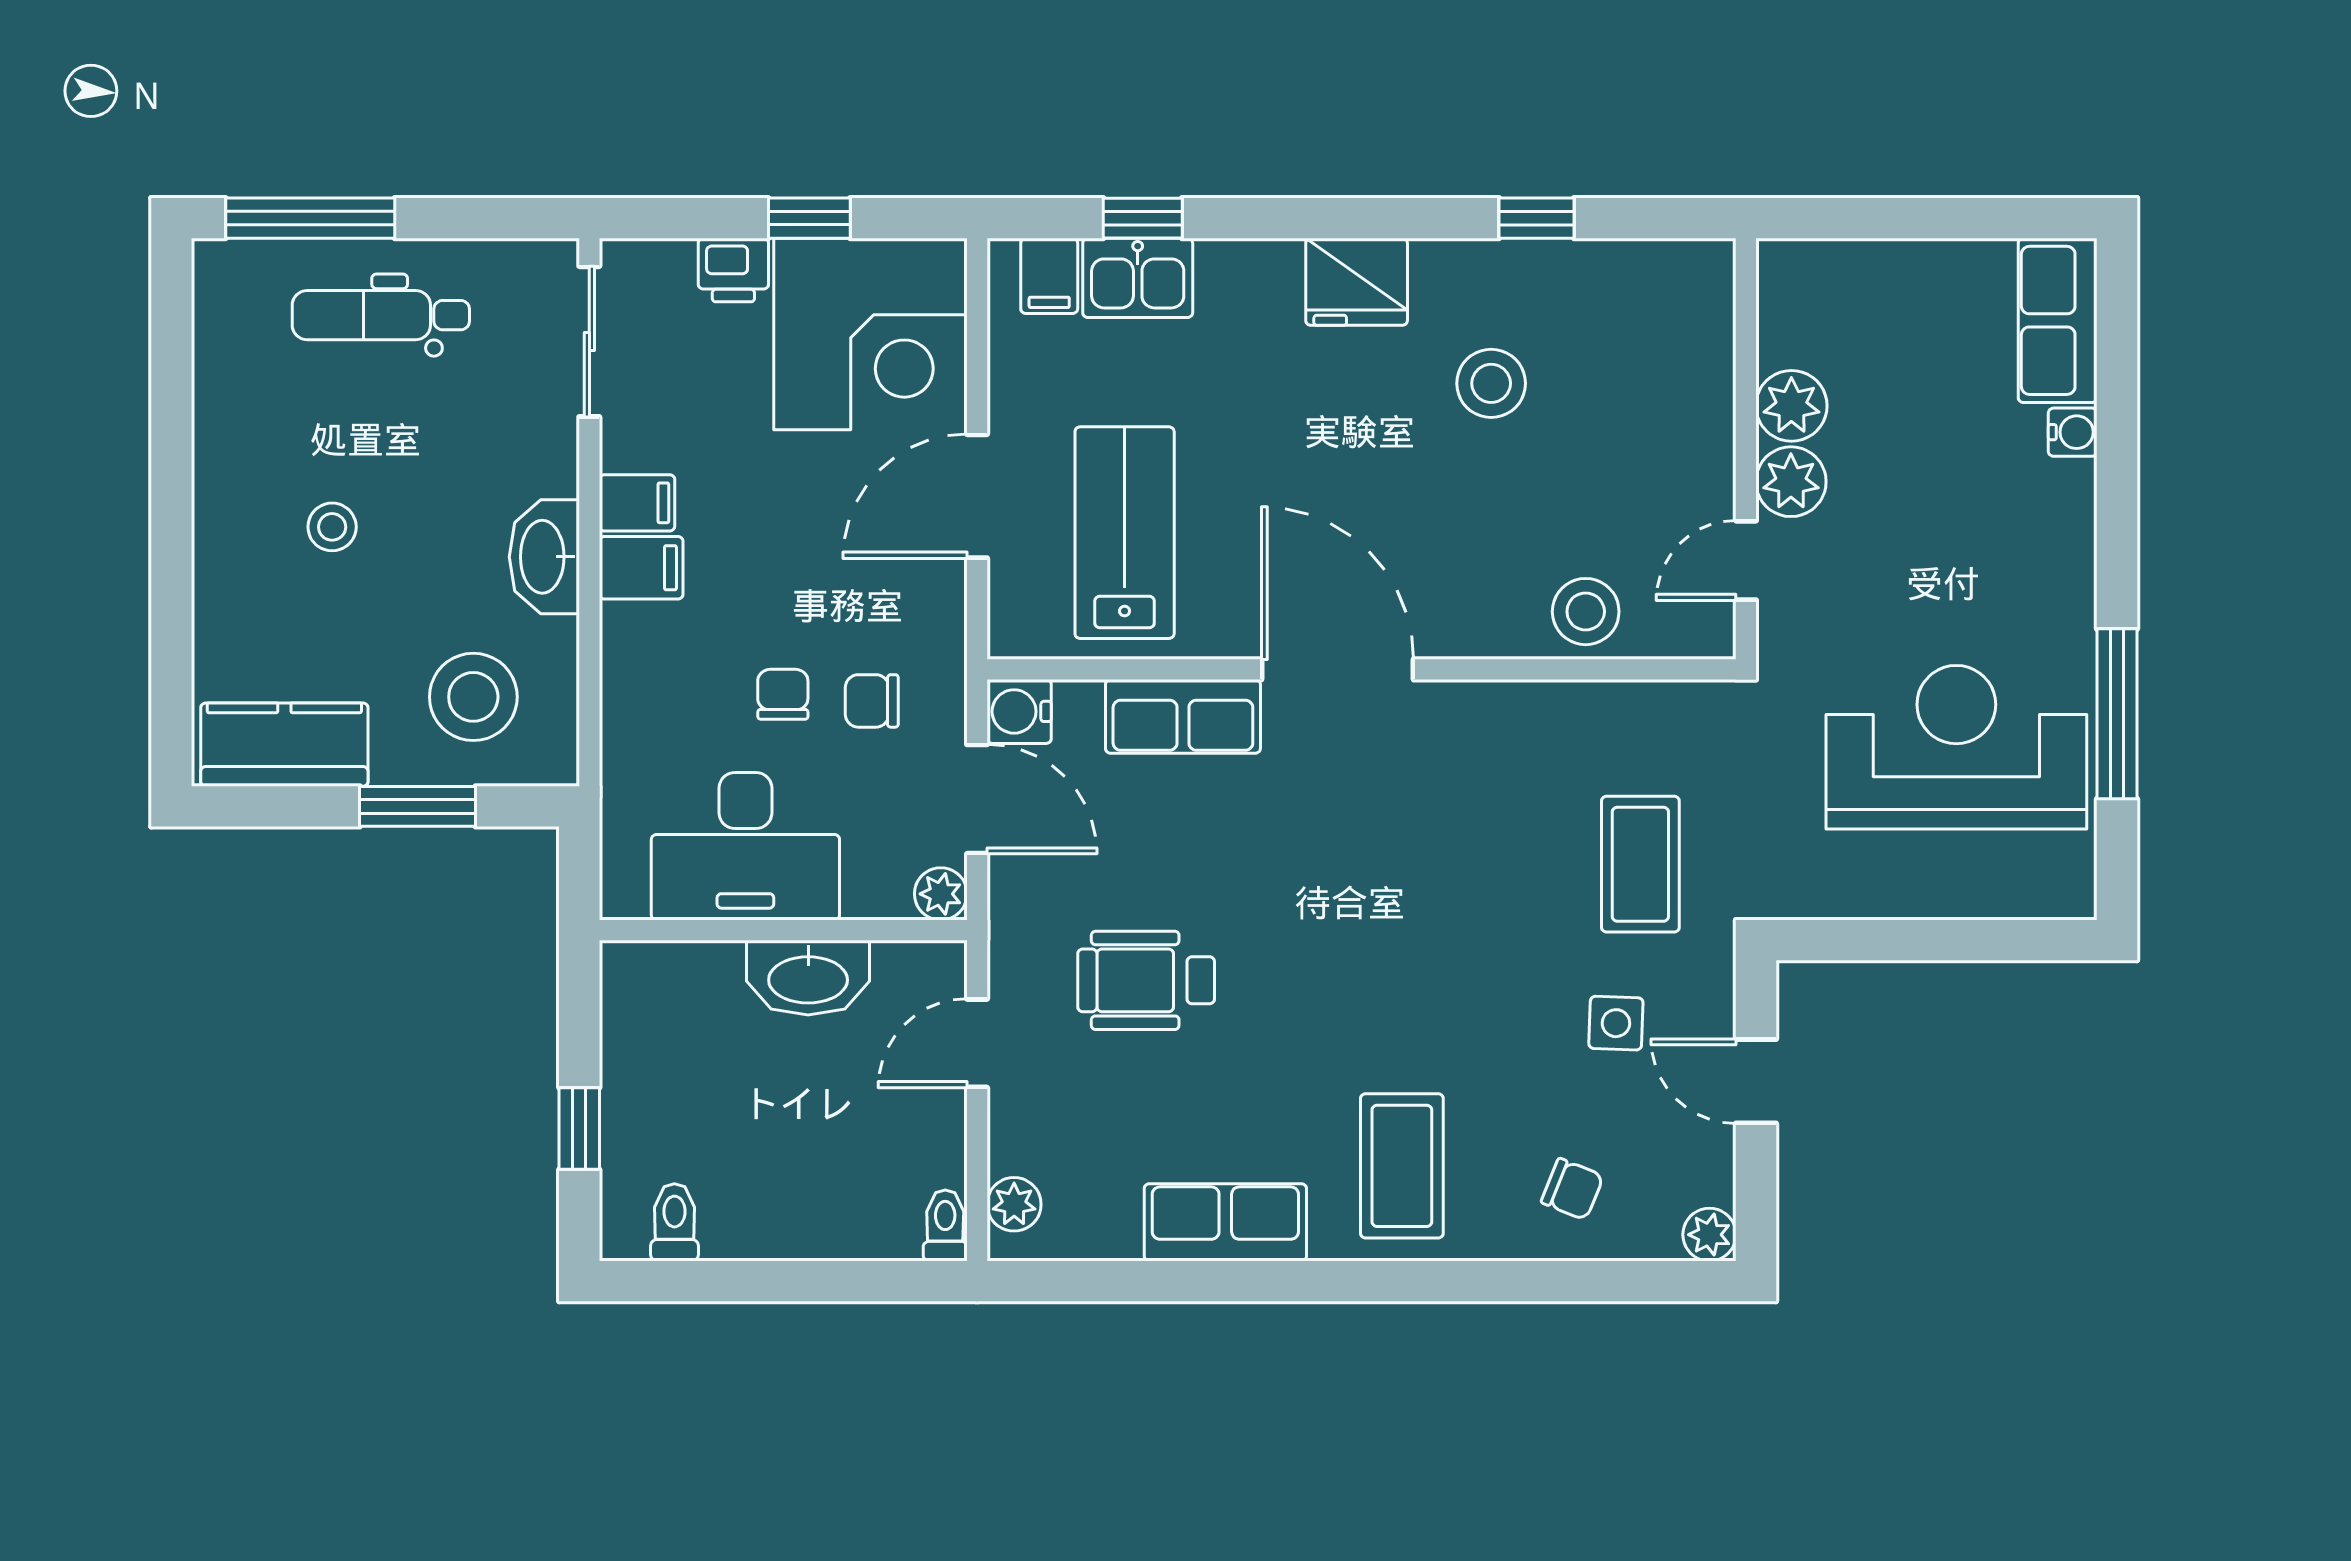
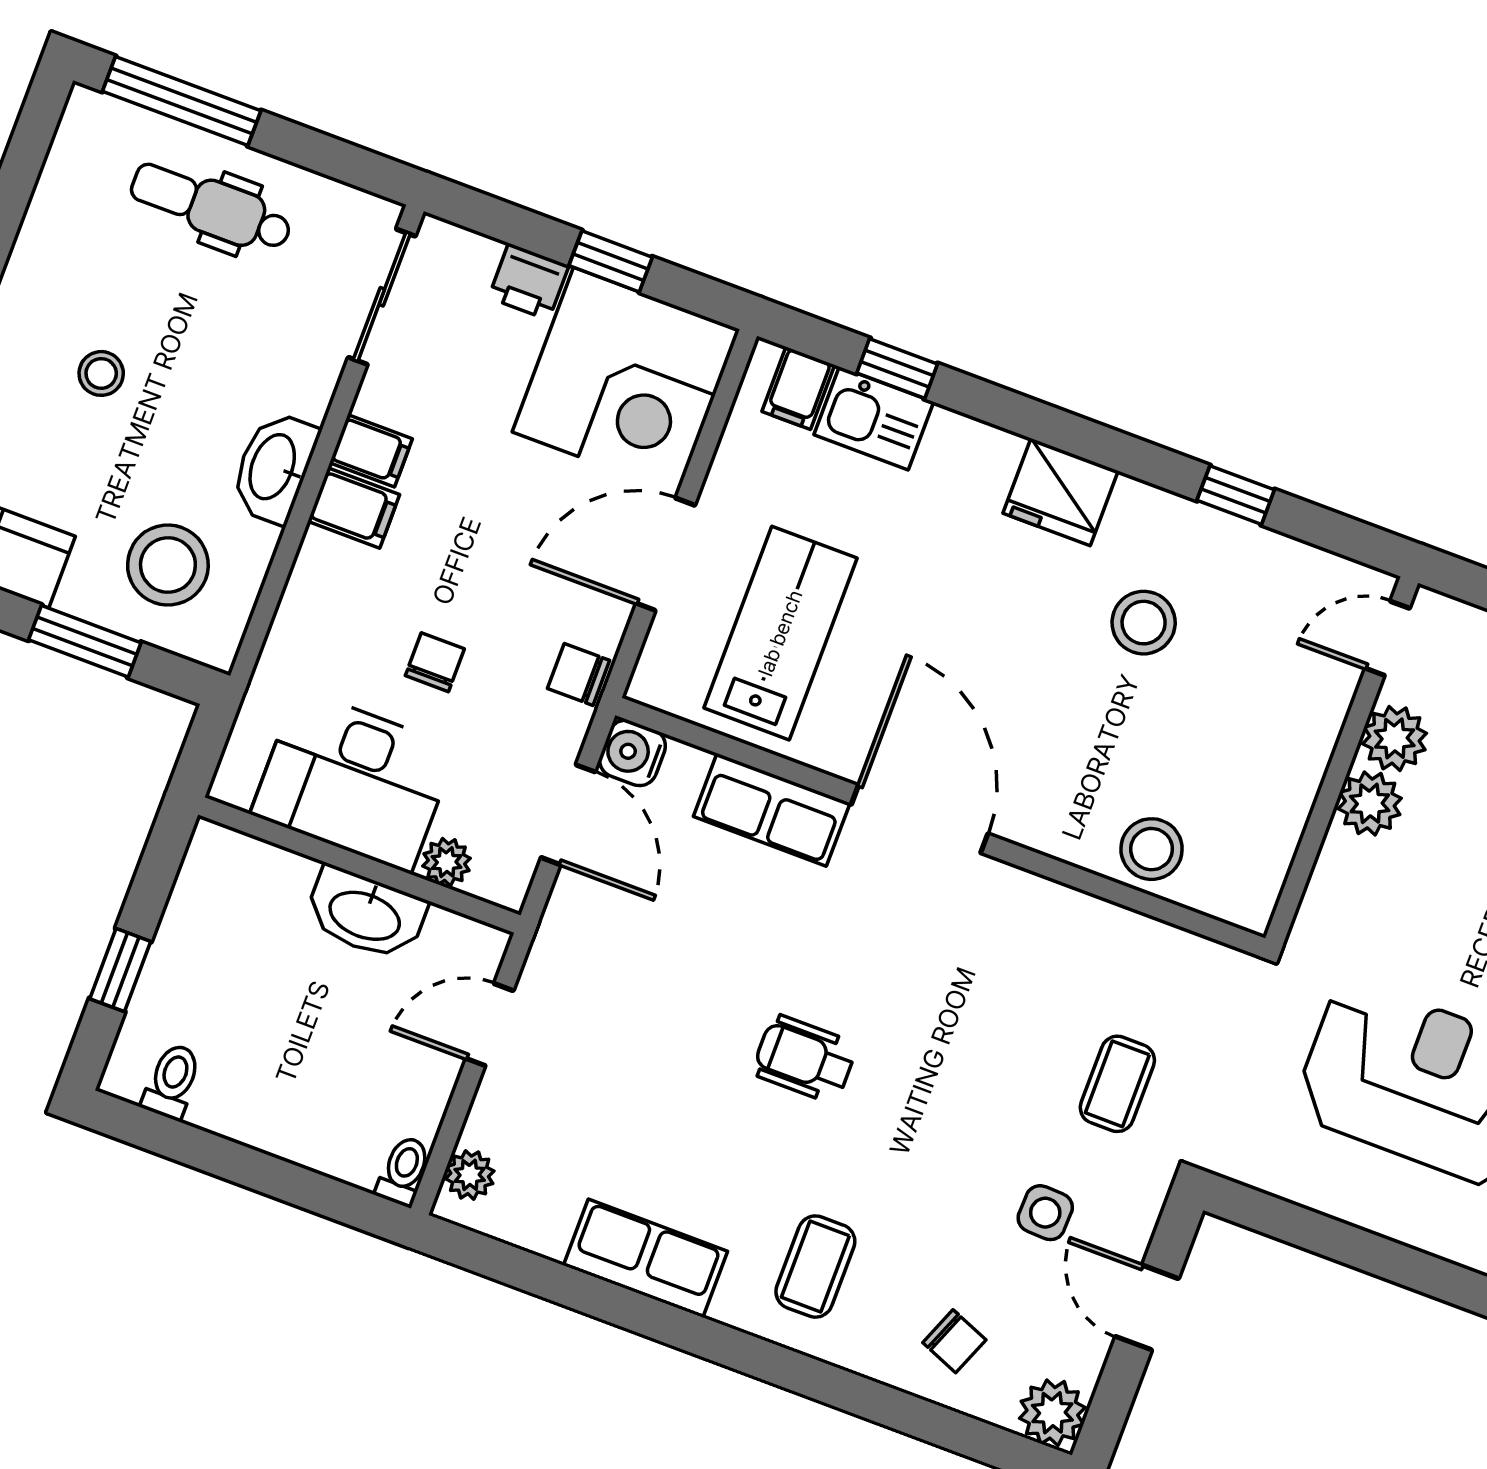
door: (1746, 560) -> (1387, 638), moved
chair: (872, 701) -> (579, 674), moved
coffee table: (1640, 864) -> (1117, 1084), width x0.73, depth x0.77
plant: (941, 894) -> (447, 862), moved
wheelchair: (1146, 980) -> (805, 1059), moved, width x0.73, depth x0.73
coffee table: (1402, 1166) -> (815, 1267), width x0.73, depth x0.77
plant: (1709, 1235) -> (1052, 1413), width x1.38, depth x1.38

